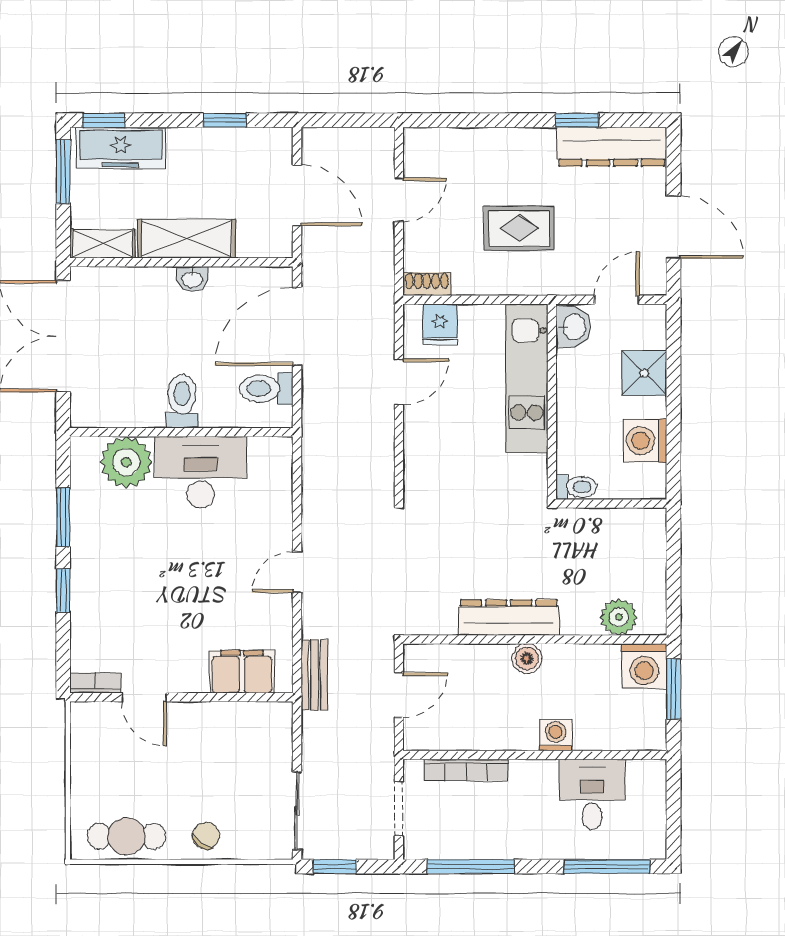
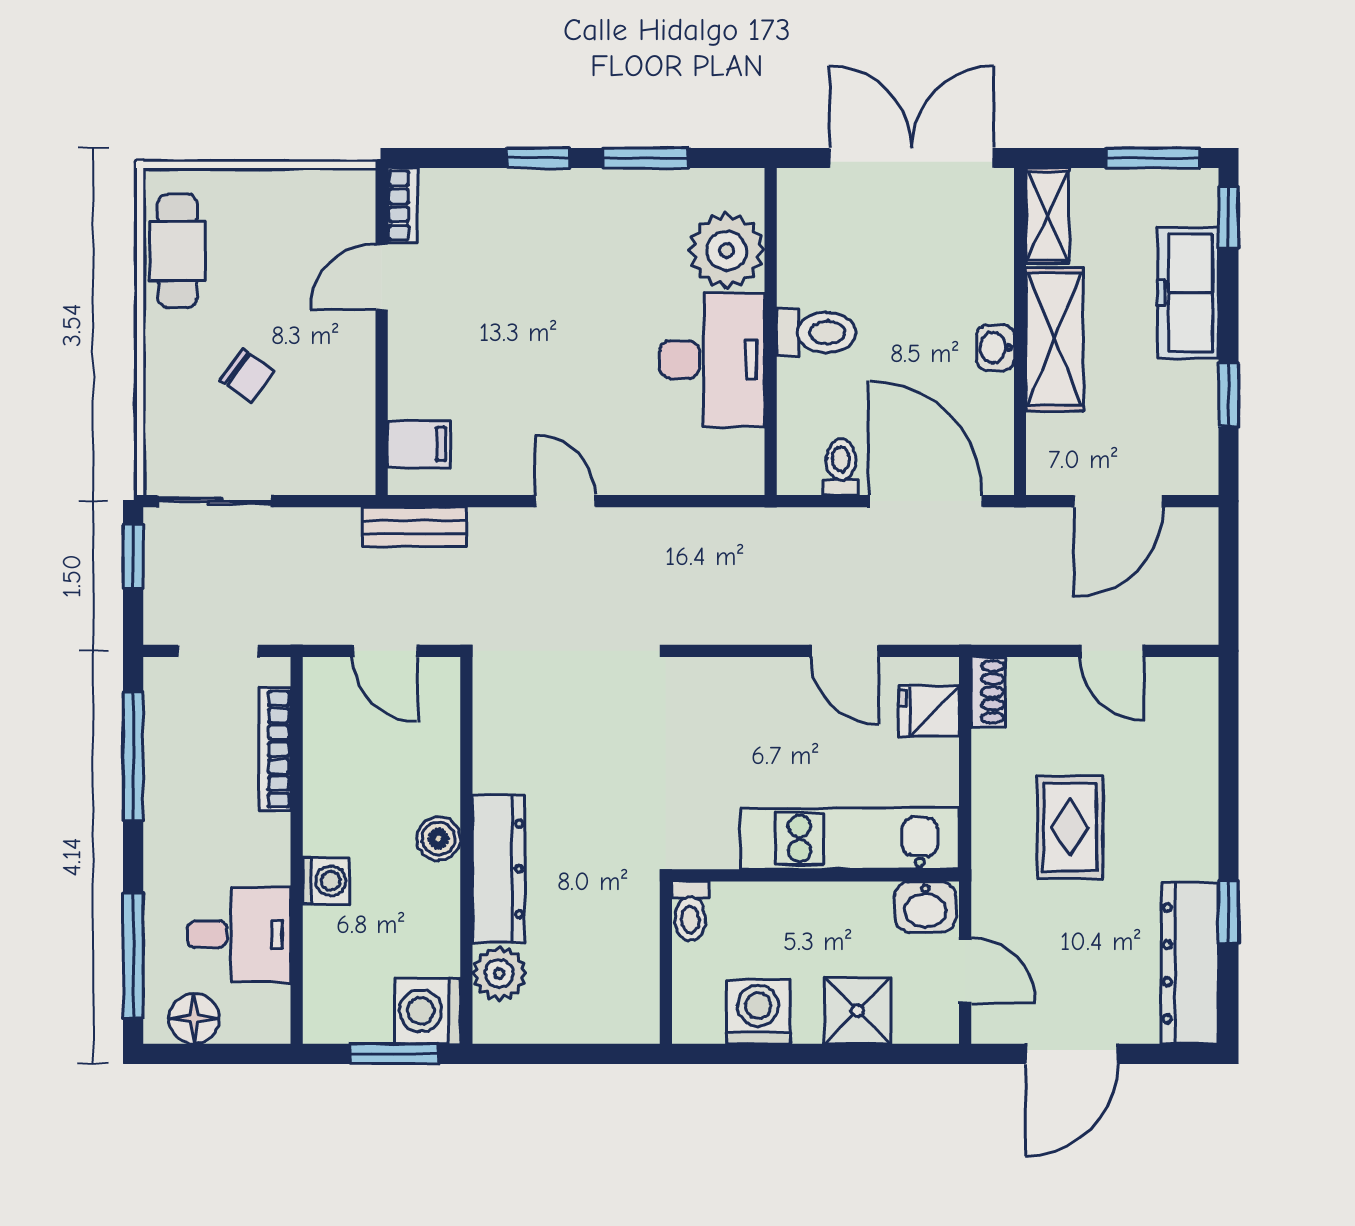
freezer: (121, 148) -> (1188, 293), moved
toilet: (266, 389) -> (841, 467), width x0.73, depth x0.72
dresser: (509, 618) -> (499, 869), moved
filing cabinet: (242, 672) -> (419, 444), width x0.50
floor lamp: (650, 825) -> (194, 1019), added
chair: (206, 836) -> (247, 376), moved

